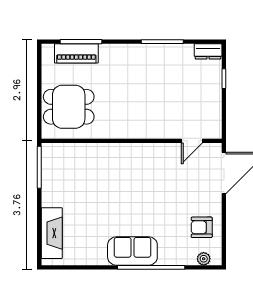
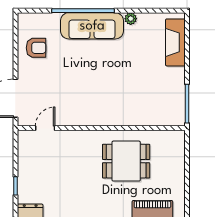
dining table: (69, 107) -> (126, 161), moved
sofa: (132, 251) -> (92, 26), width x1.36
plant: (204, 259) -> (131, 19), moved

